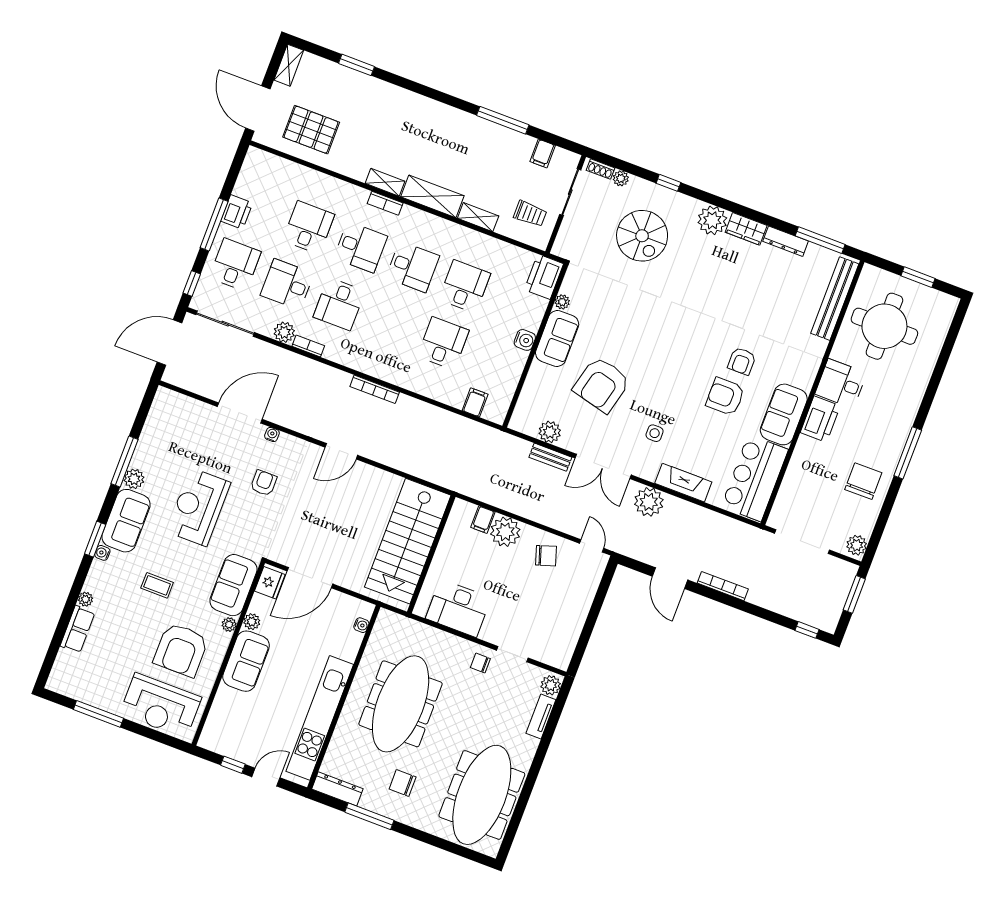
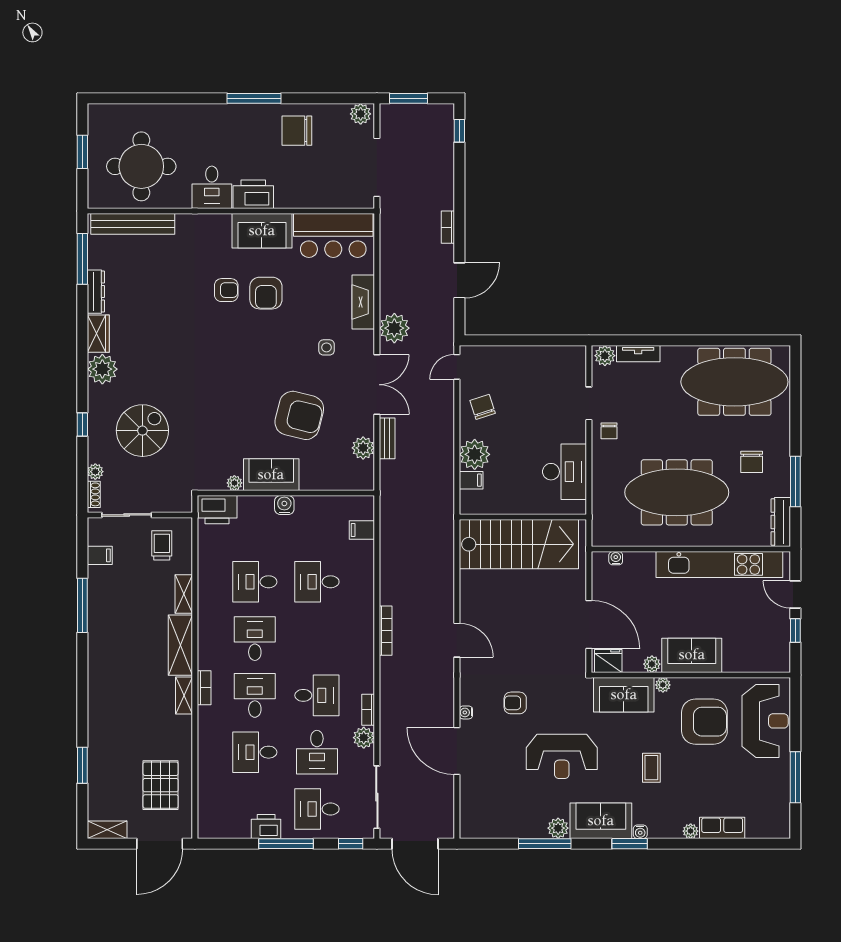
bookcase: (723, 586) -> (448, 227), width x0.64

